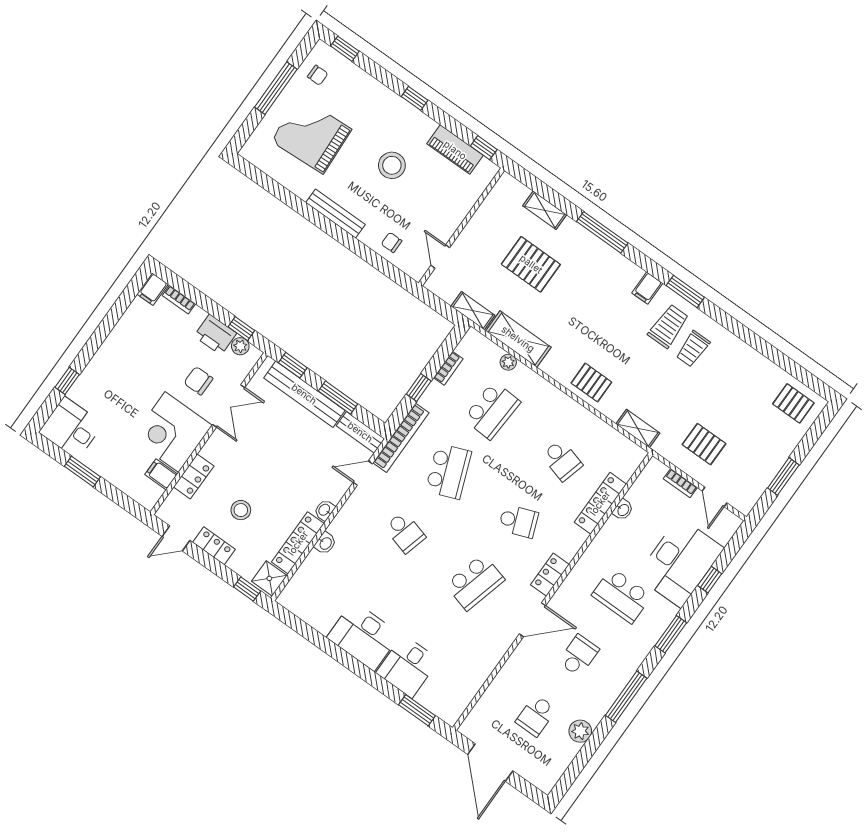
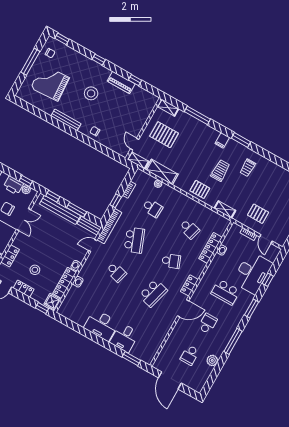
wall: (462, 227) -> (143, 128), moved
door: (440, 257) -> (135, 144), moved
trolley: (668, 326) -> (220, 171), moved
school desk: (492, 410) -> (153, 208), width x0.54

